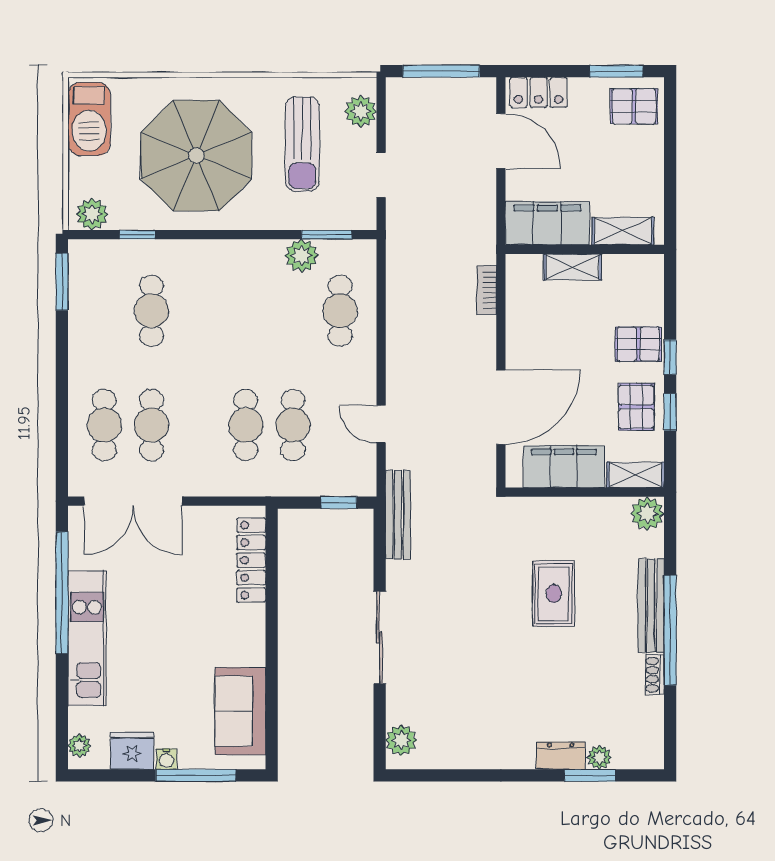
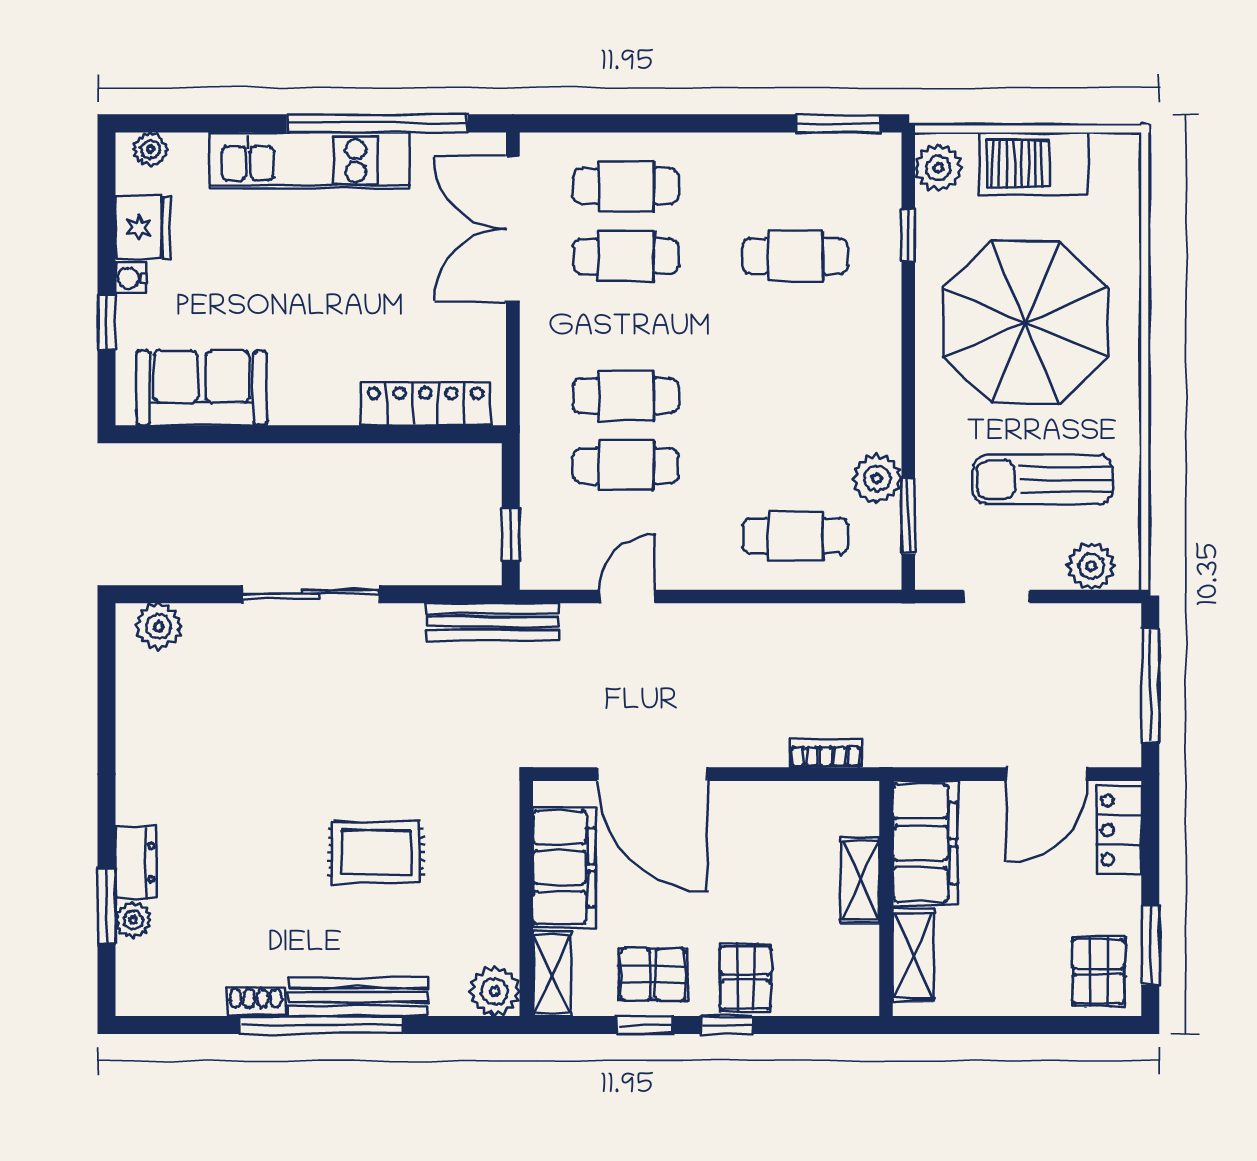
barbecue: (89, 119) -> (1034, 164), moved
window: (196, 775) -> (106, 322), width x0.46

